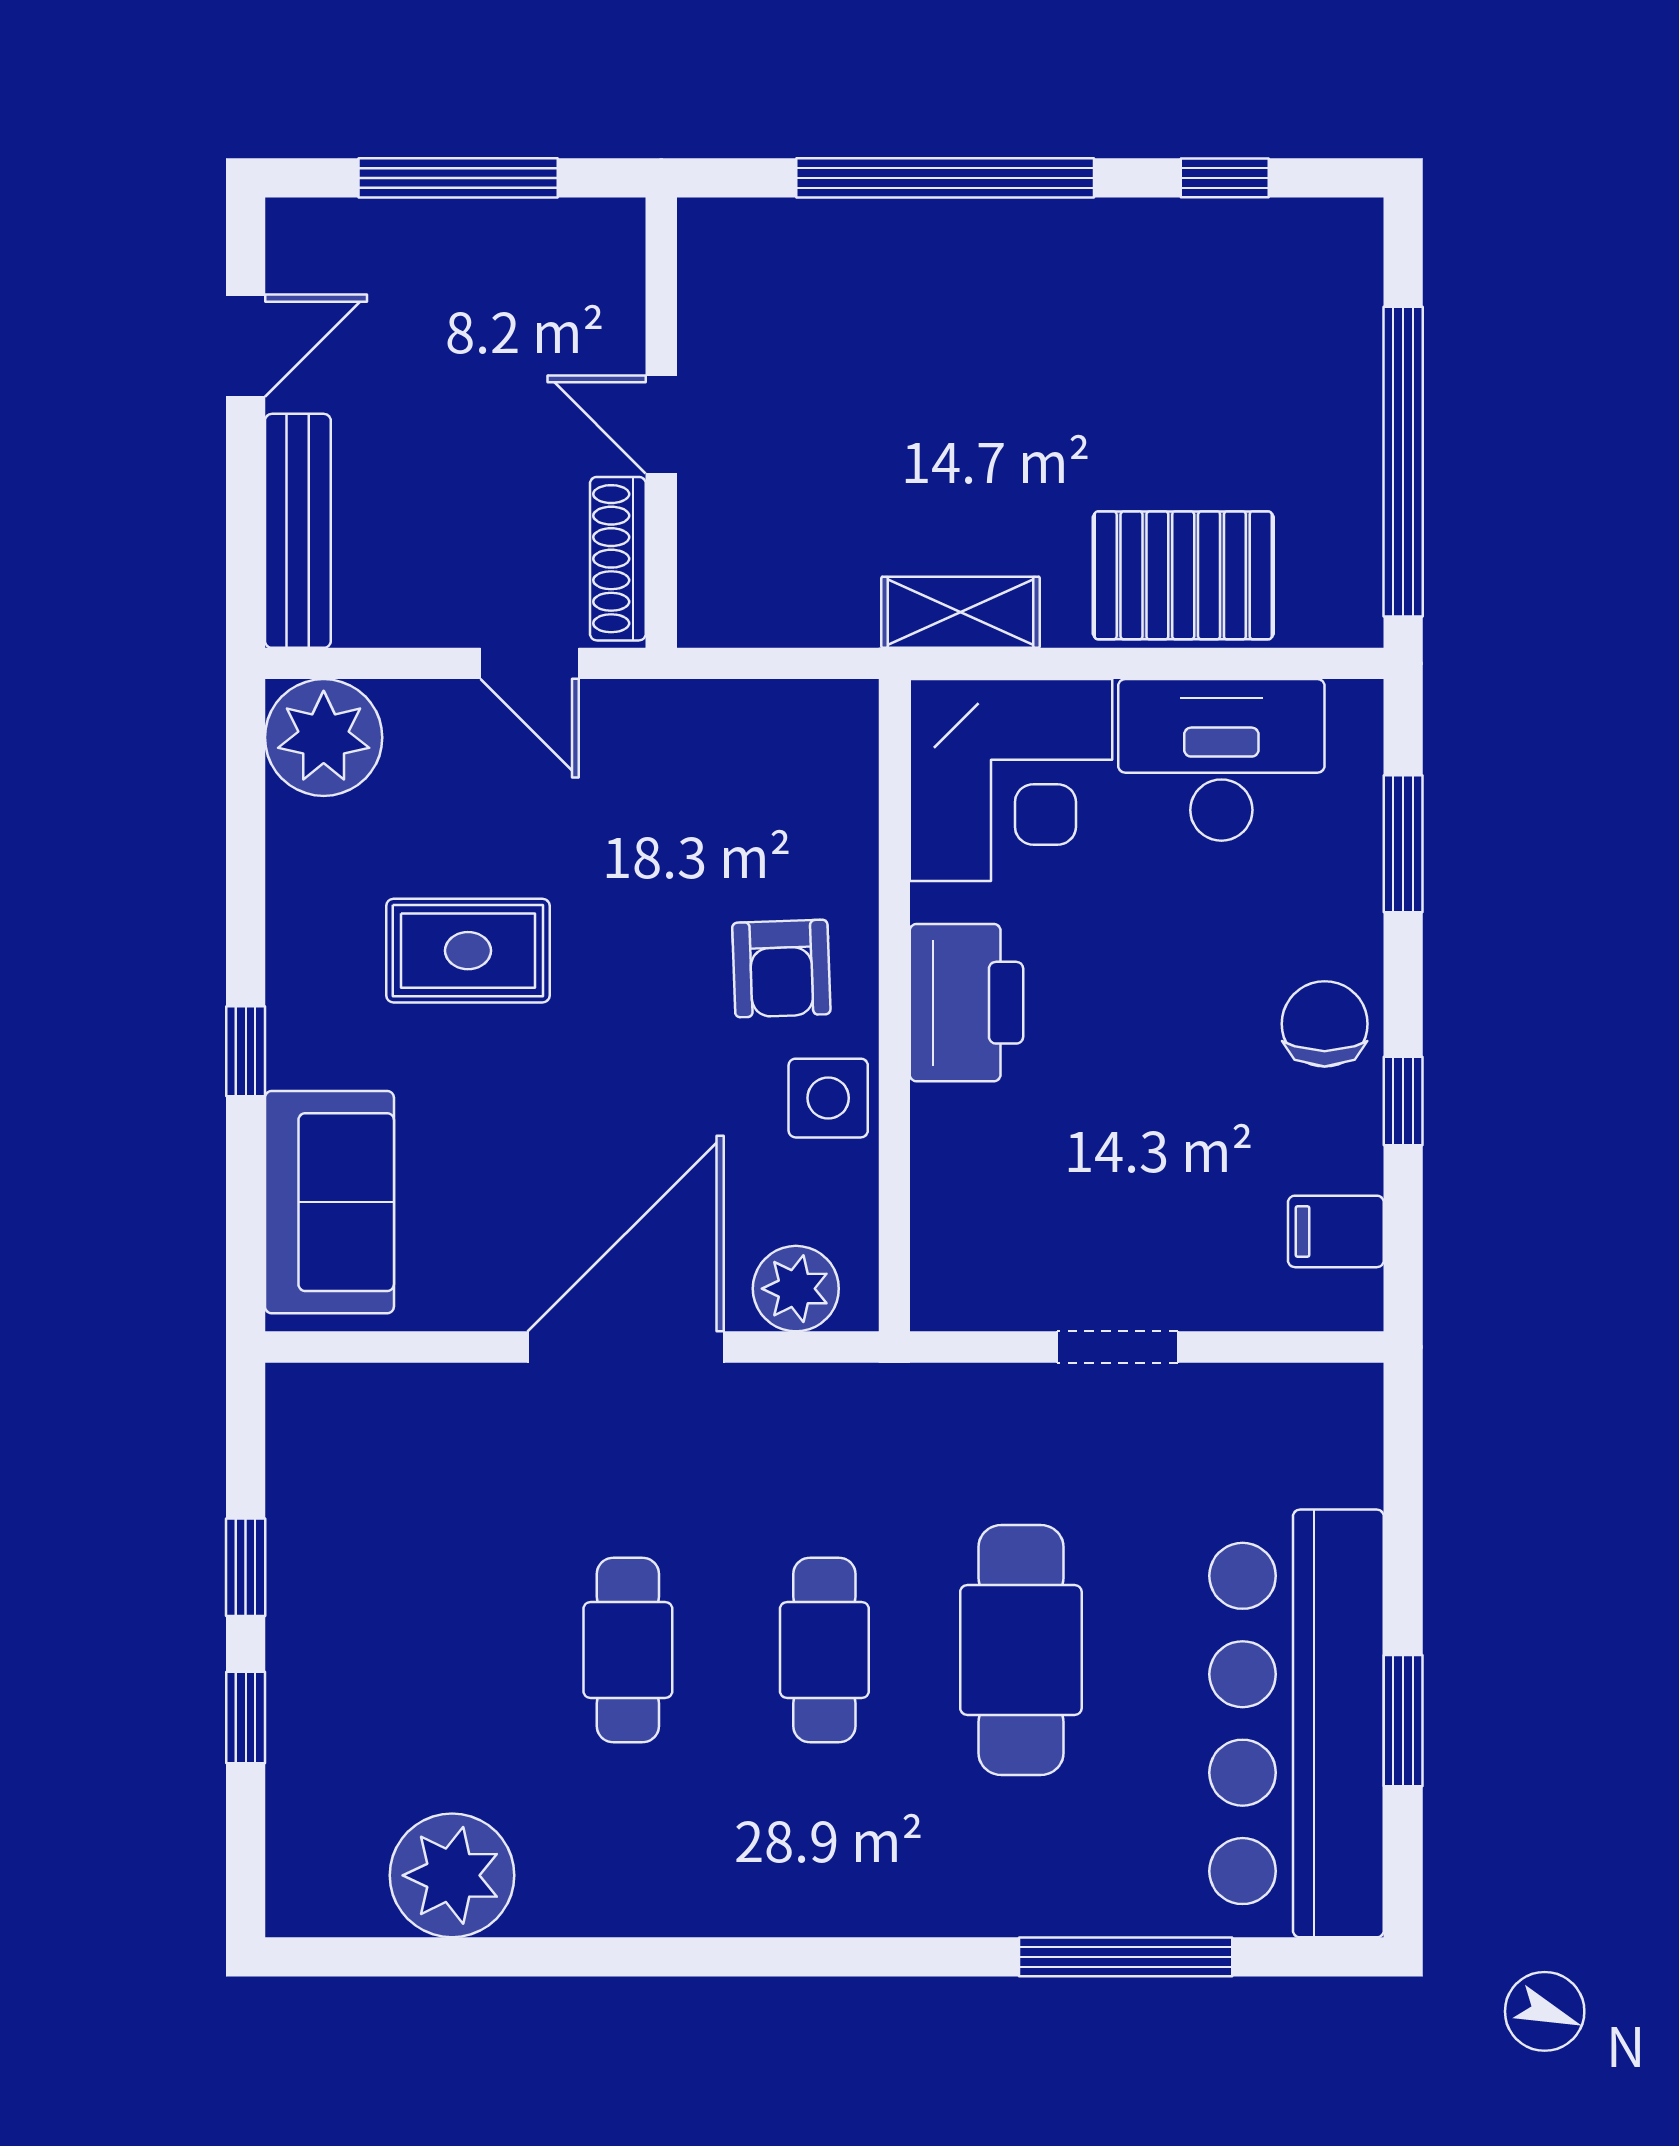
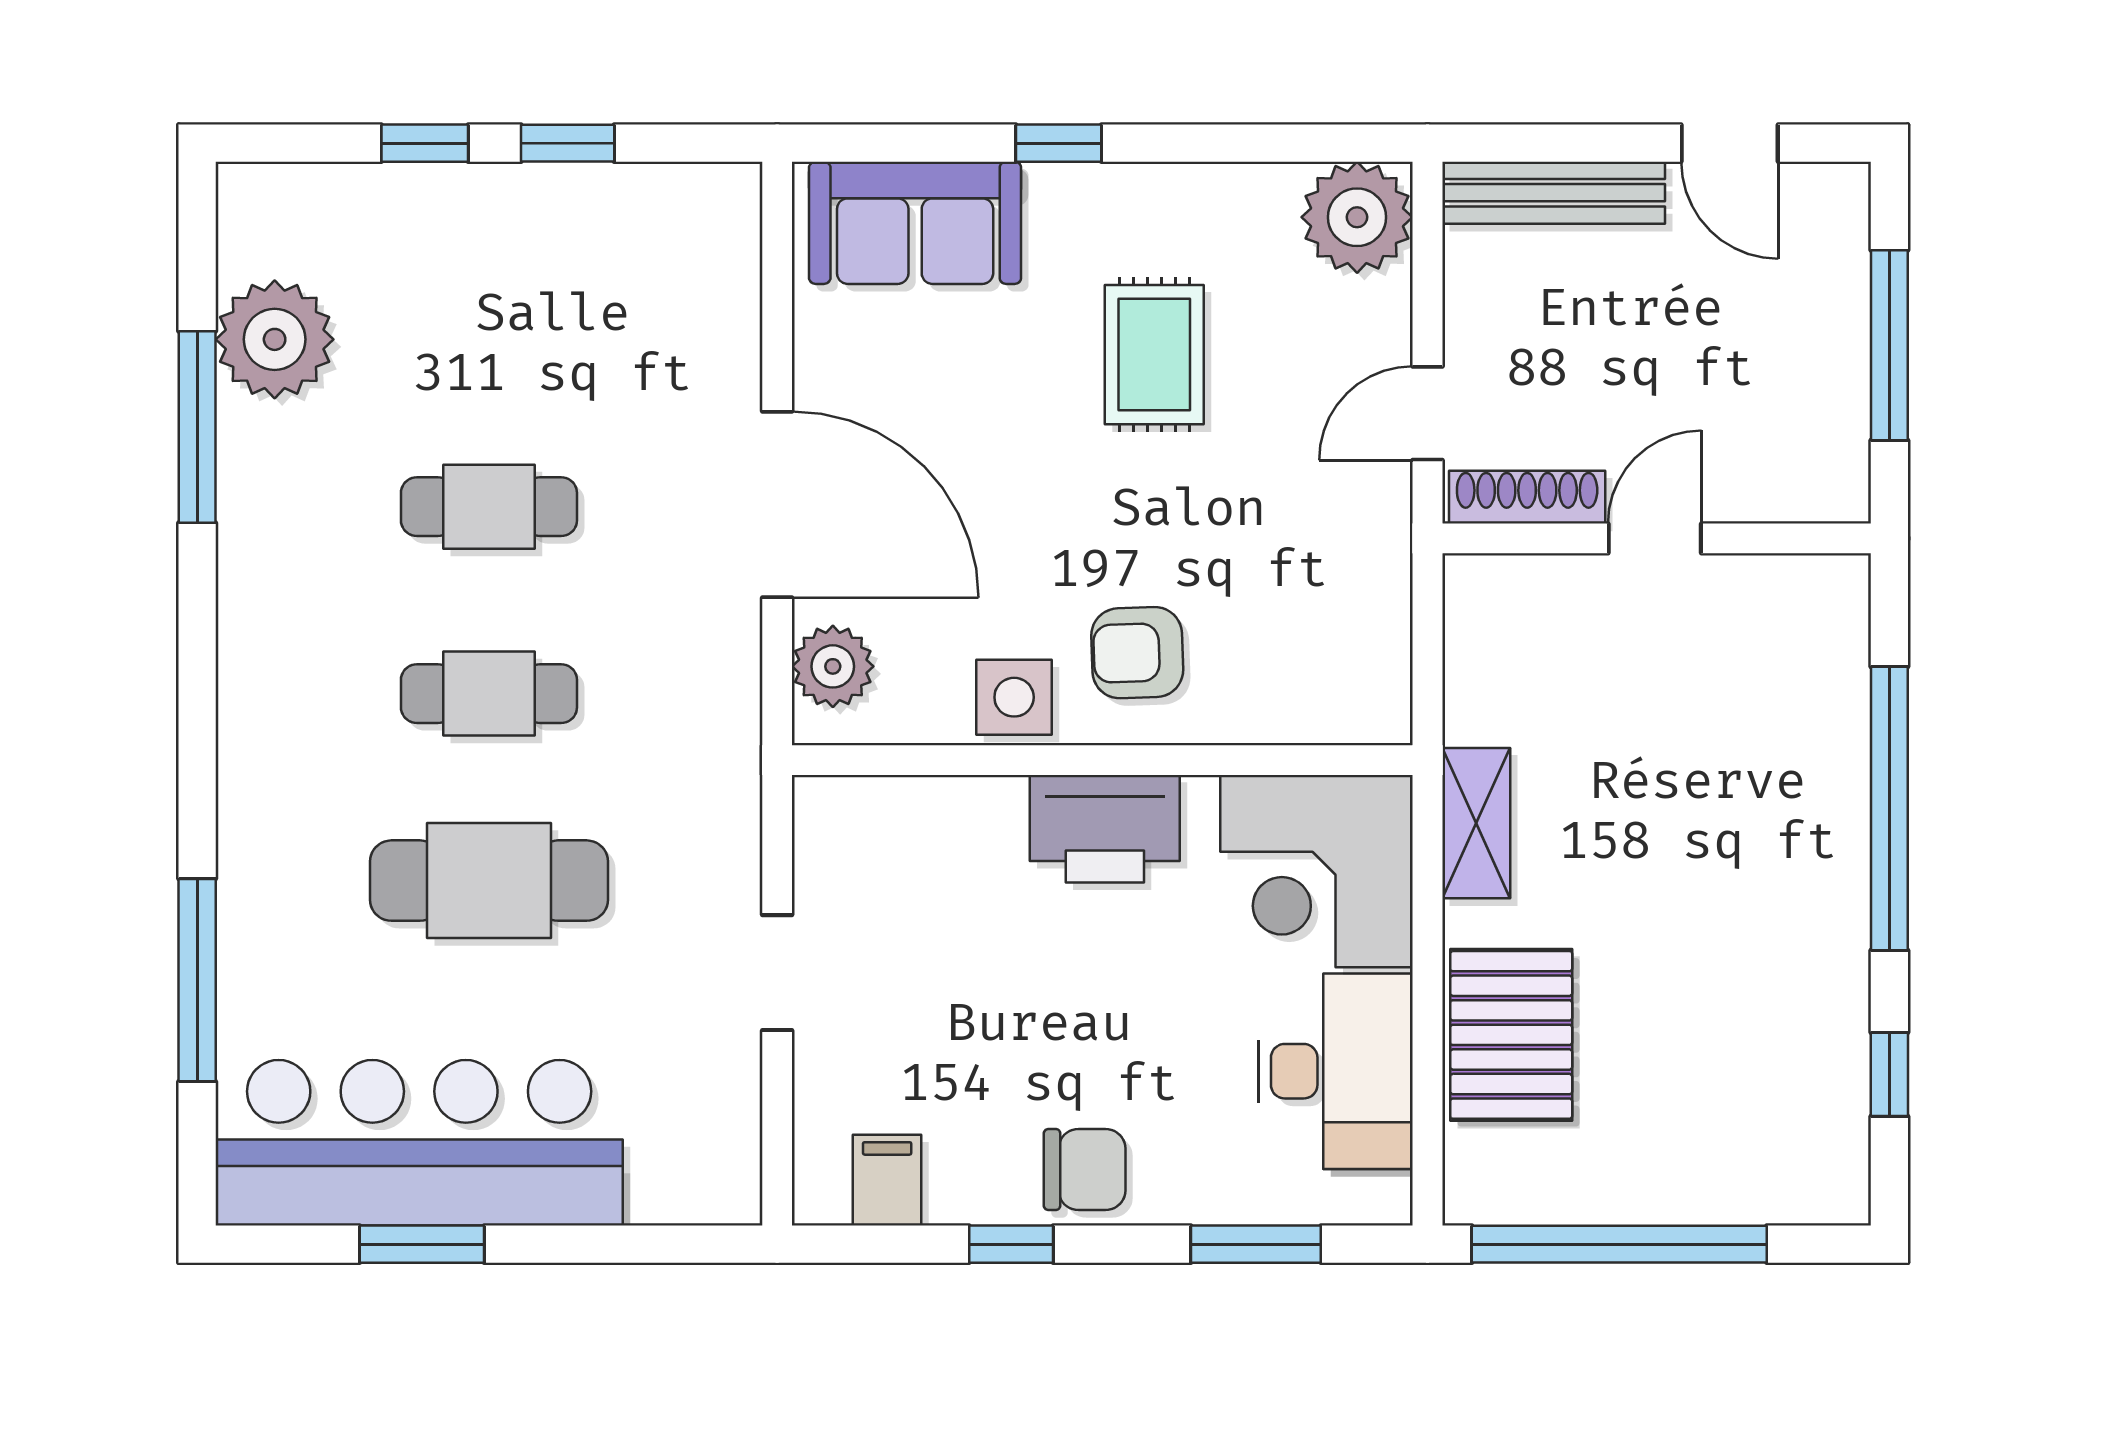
window: (544, 1957) -> (197, 427), added

